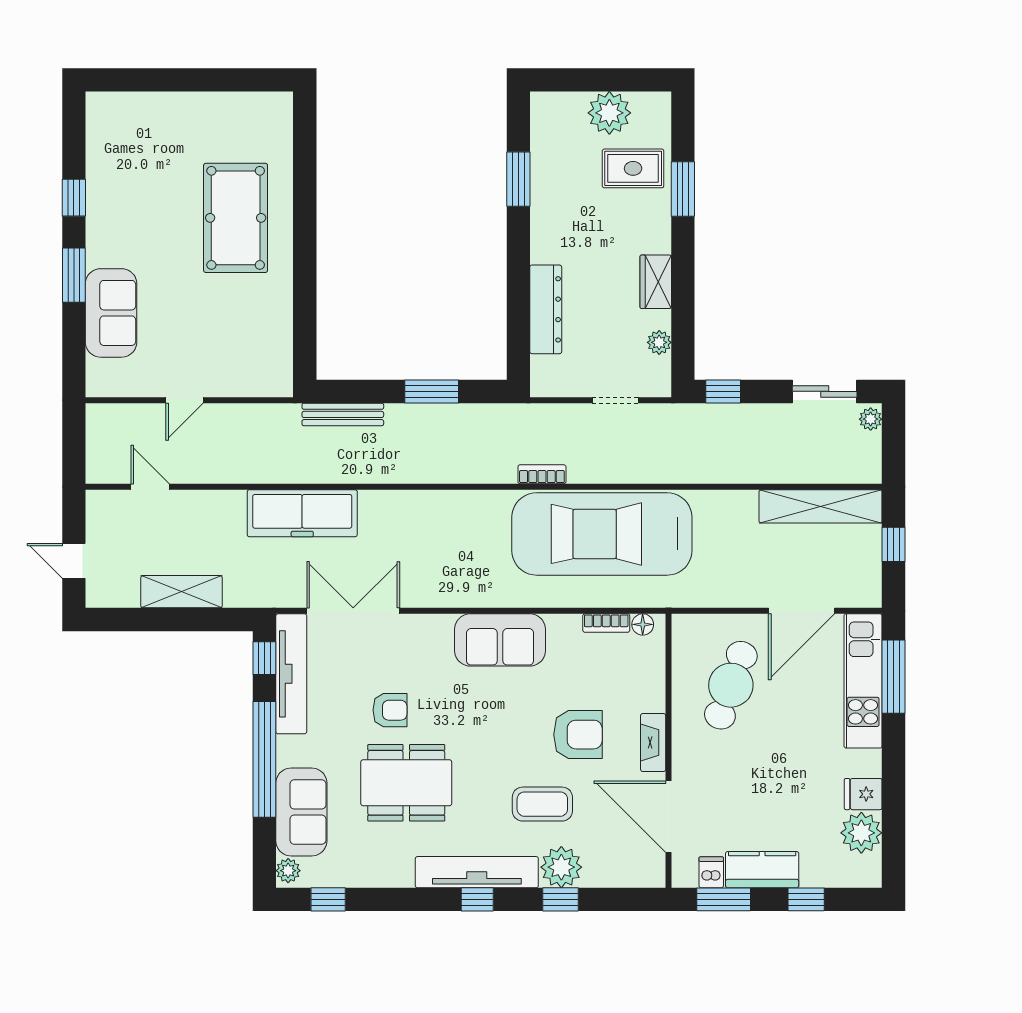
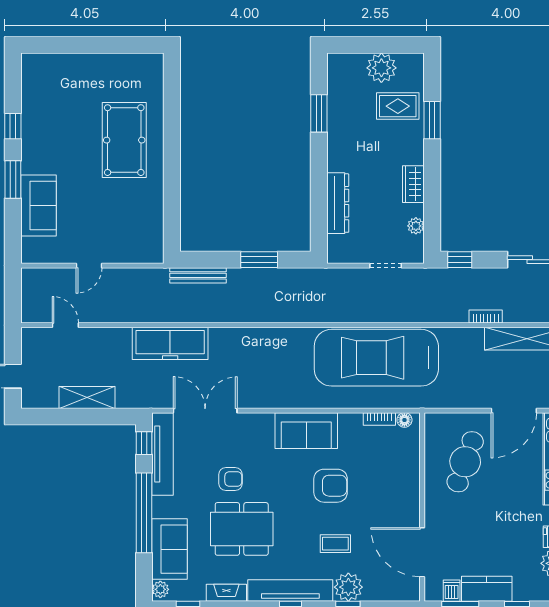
bookcase: (542, 474) -> (486, 317), moved
armchair: (578, 735) -> (331, 486), moved
fireplace: (653, 743) -> (226, 593), moved, turned 90
coffee table: (542, 804) -> (335, 544), width x0.73, depth x0.77

